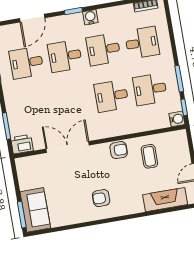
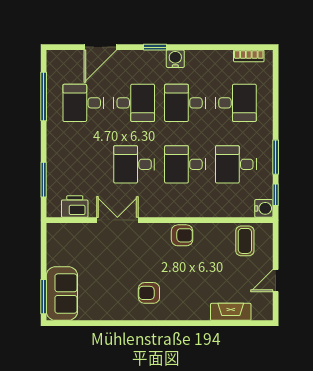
desk: (65, 56) -> (134, 103), turned 180
desk: (73, 103) -> (134, 164), added
printer: (22, 144) -> (75, 206), moved
double door: (68, 147) -> (117, 220), width x0.73
coffee table: (149, 156) -> (245, 241), moved
fireplace: (165, 200) -> (231, 312), width x0.73, depth x0.76

